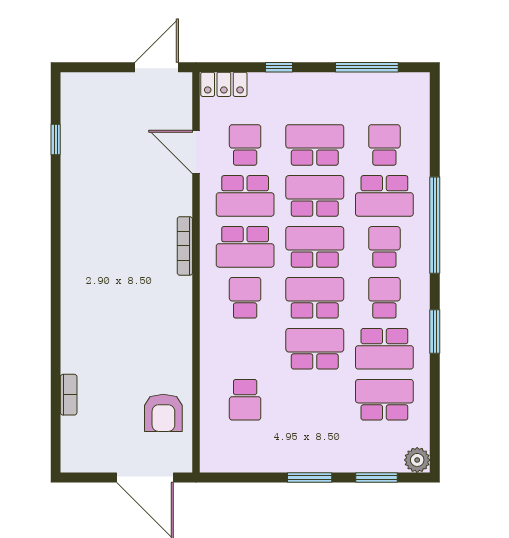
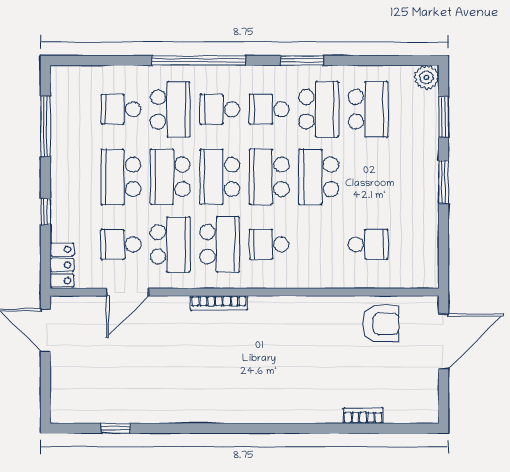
school desk: (384, 400) -> (368, 109), turned 180

